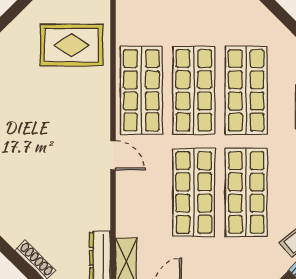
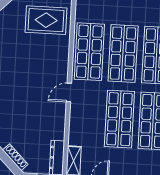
door: (113, 155) -> (69, 93), swing flipped

